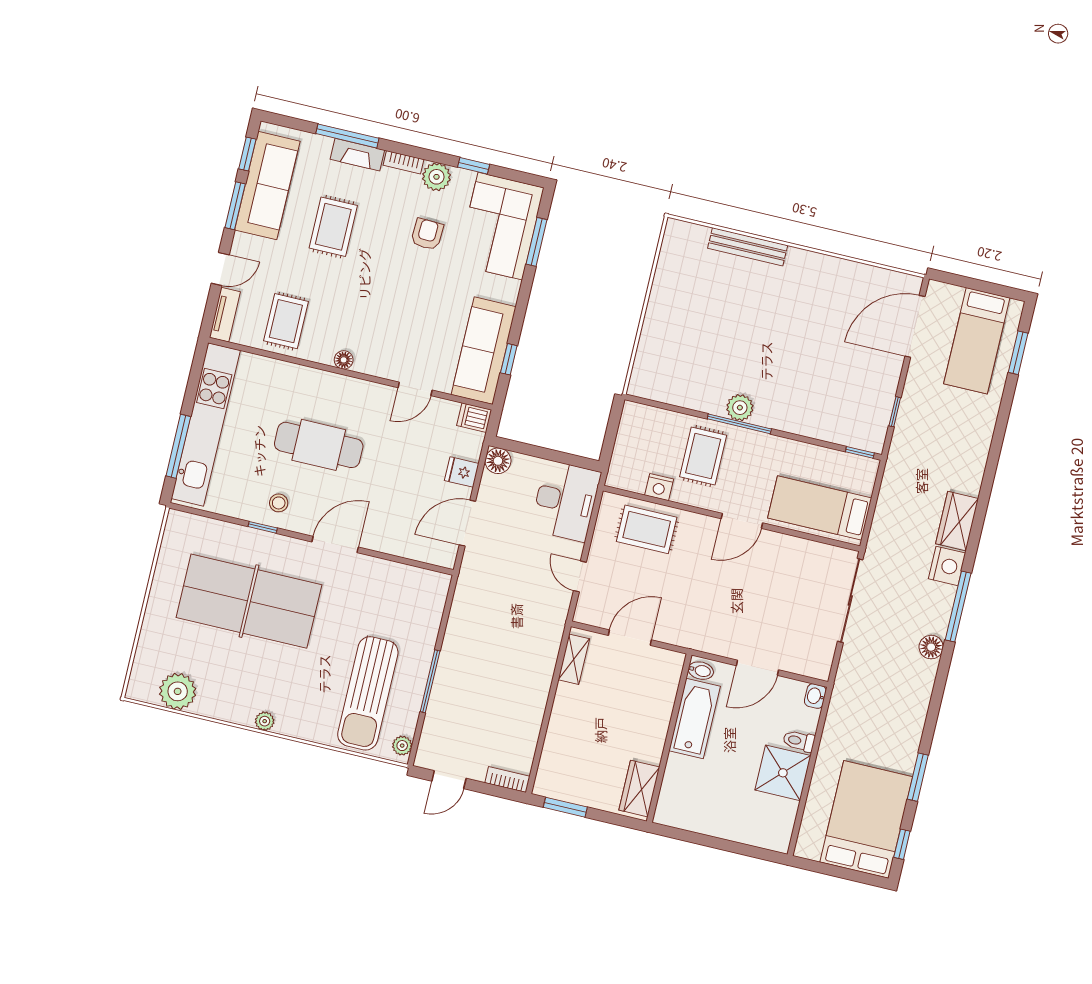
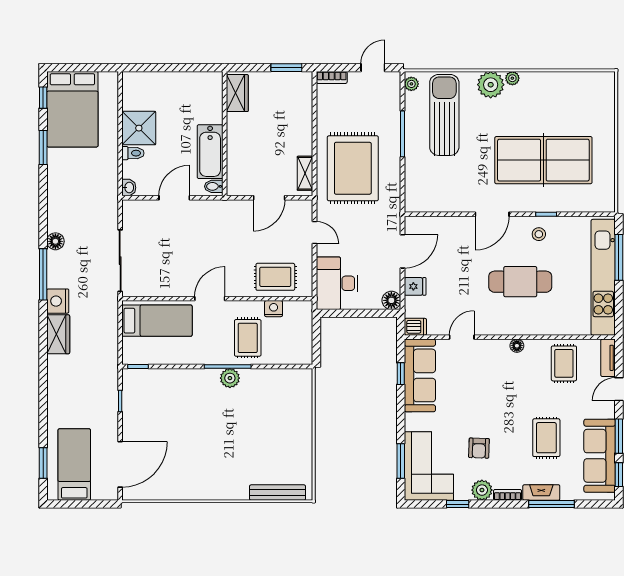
bench: (748, 247) -> (278, 493), moved
rug: (508, 651) -> (353, 168), added
plant: (178, 691) -> (491, 85), moved

